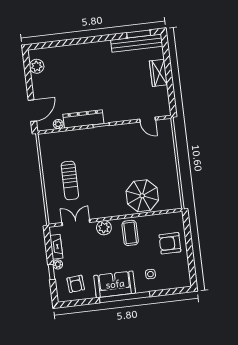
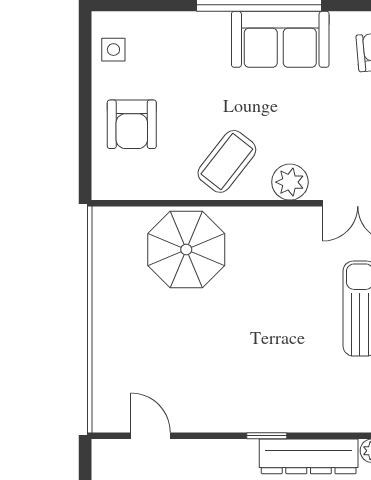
coffee table: (130, 233) -> (227, 161), turned 38
armchair: (170, 243) -> (132, 124), turned 90
side table: (150, 274) -> (113, 50), moved

